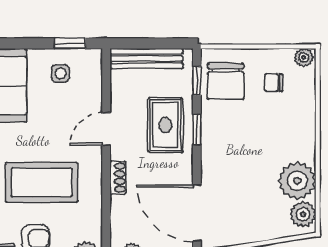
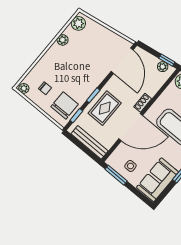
window: (70, 43) -> (116, 175), width x1.50
door: (106, 129) -> (131, 127), width x1.88
plant: (297, 181) -> (63, 40), width x0.53, depth x0.53

